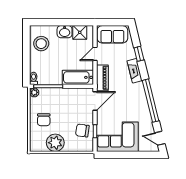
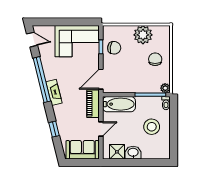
stool: (41, 44) -> (152, 127), moved
fireplace: (135, 71) -> (54, 92), moved

